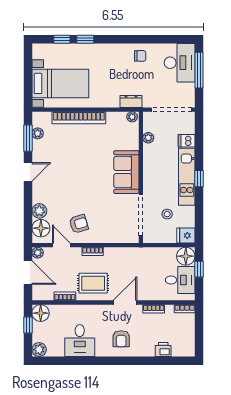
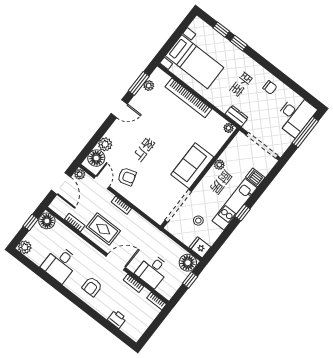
plant: (148, 138) -> (219, 165), moved
desk: (180, 280) -> (153, 271), moved, turned 90

